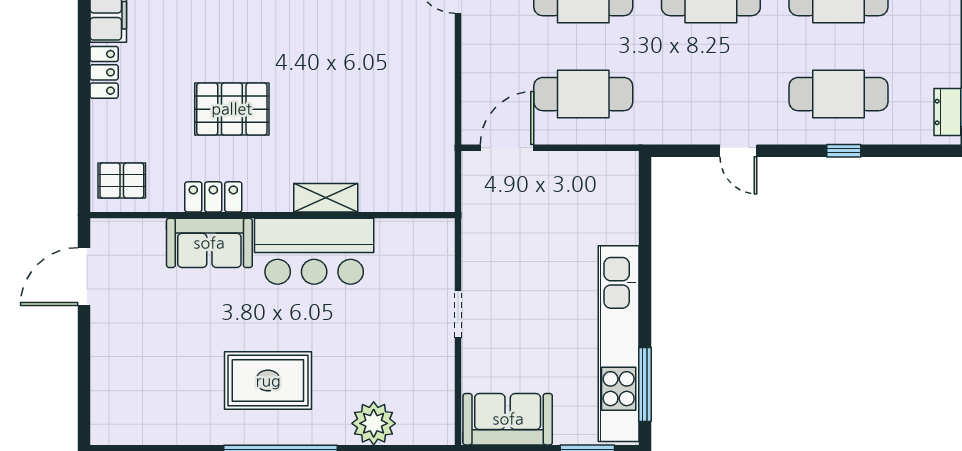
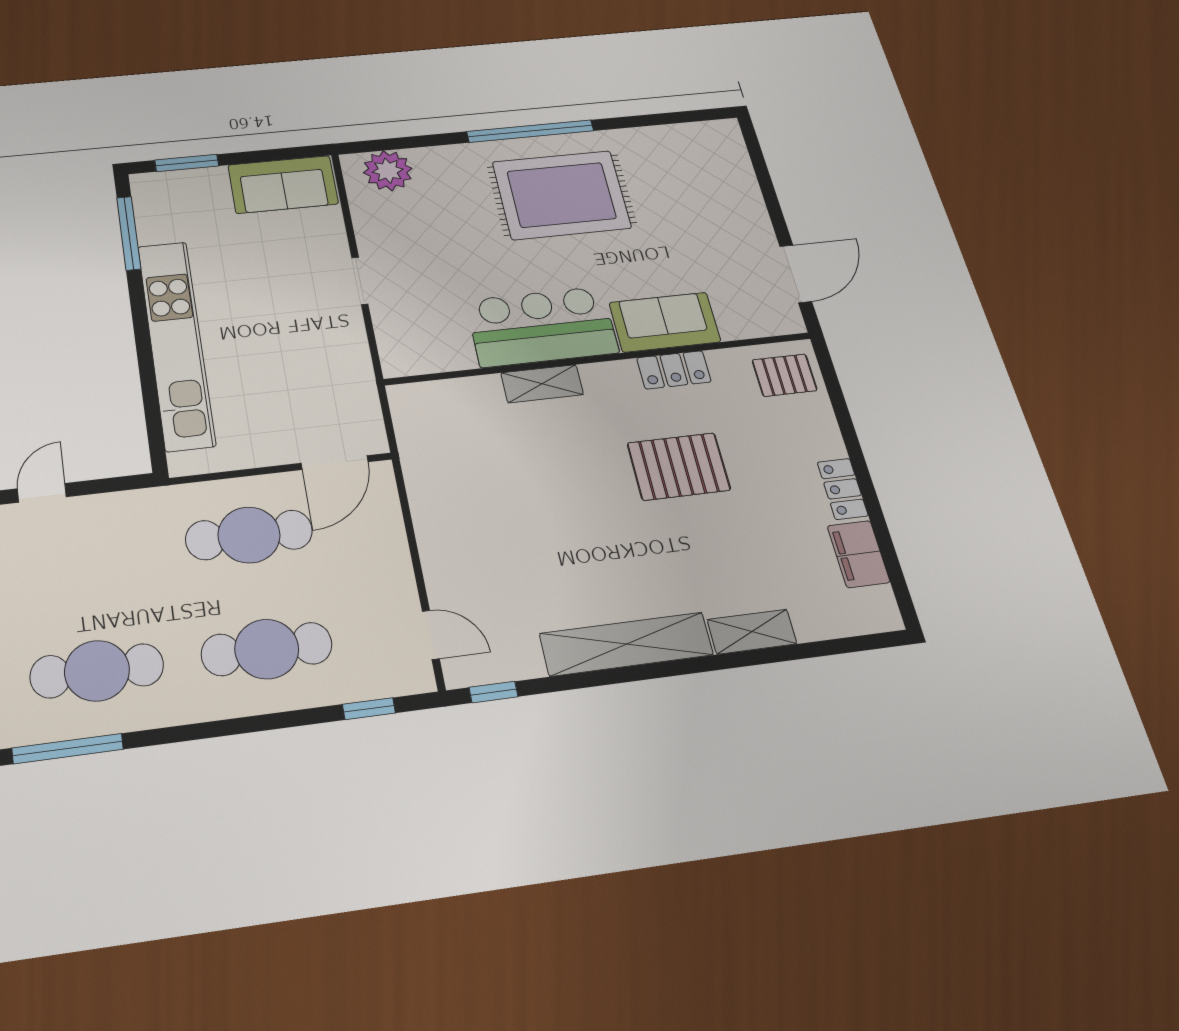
door: (738, 151) -> (42, 493), hinge flipped
kitchen unit: (619, 344) -> (176, 344), moved
rug: (268, 381) -> (562, 195), width x1.37, depth x1.44
plant: (374, 423) -> (388, 171), moved

